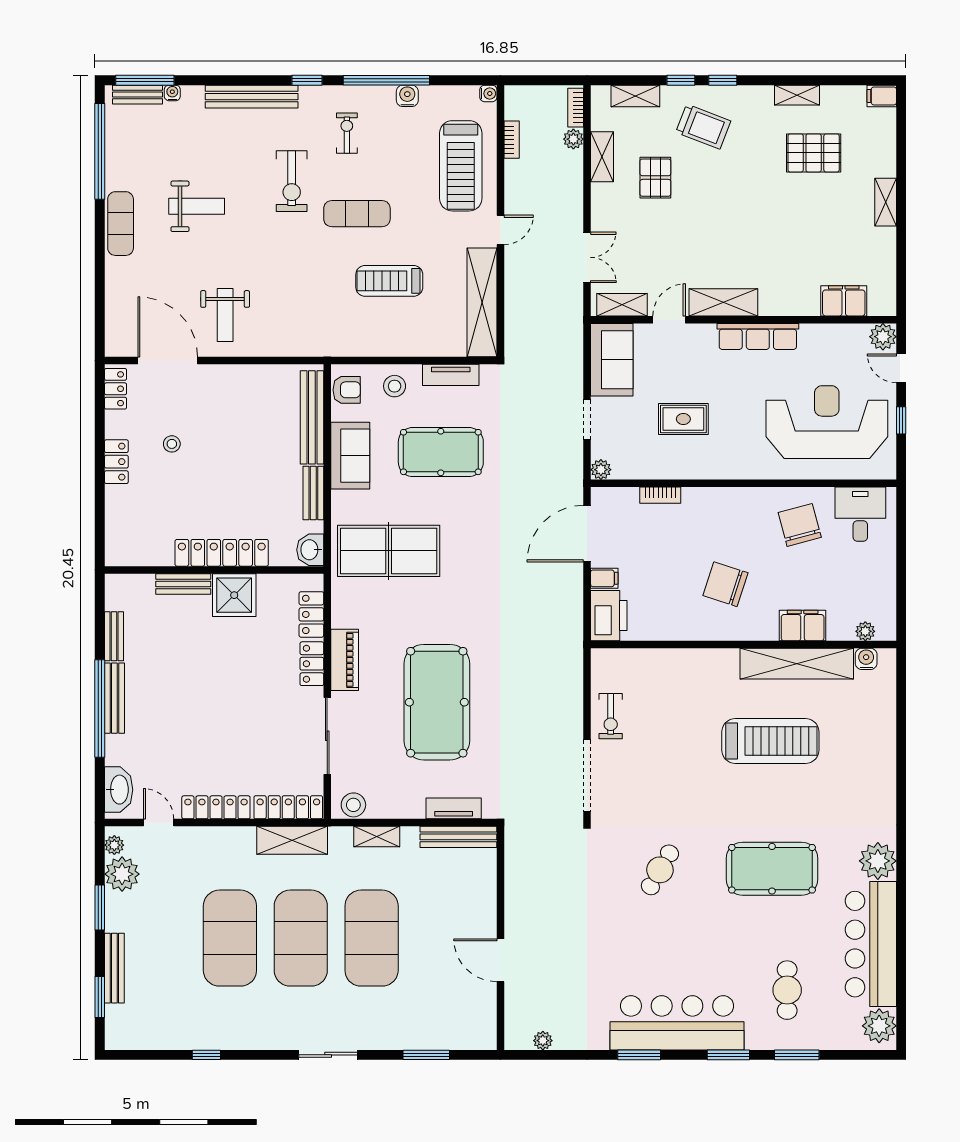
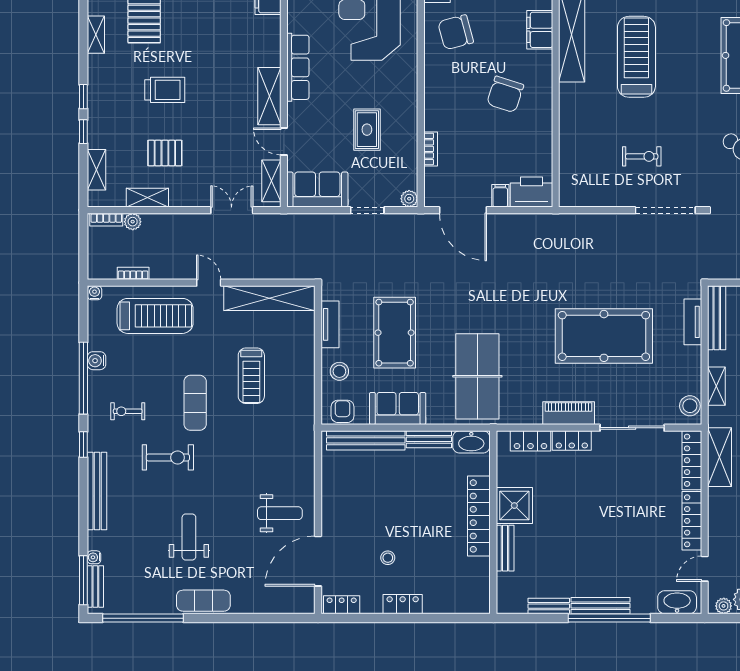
trolley: (703, 127) -> (165, 90), moved, turned 69
washbasin: (310, 550) -> (471, 442), width x1.38
exercise bike: (611, 716) -> (642, 156), moved

